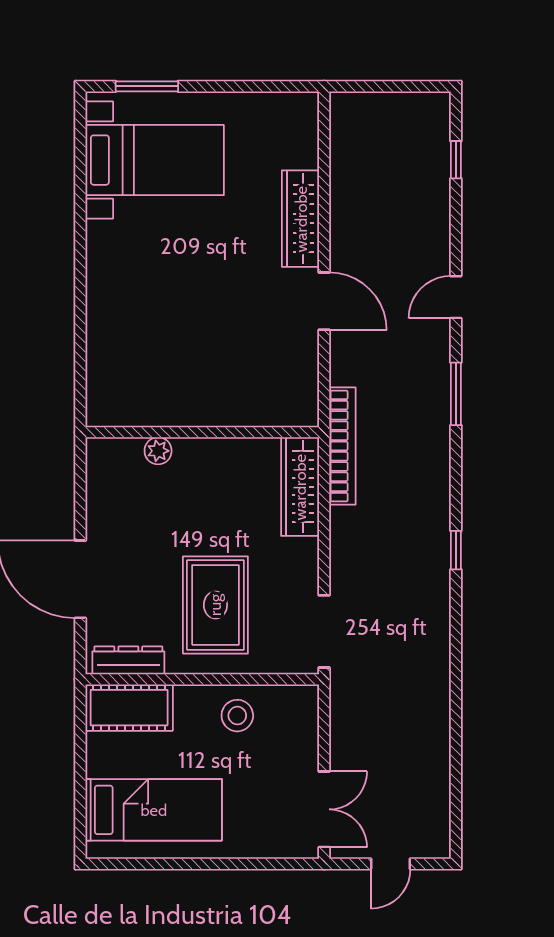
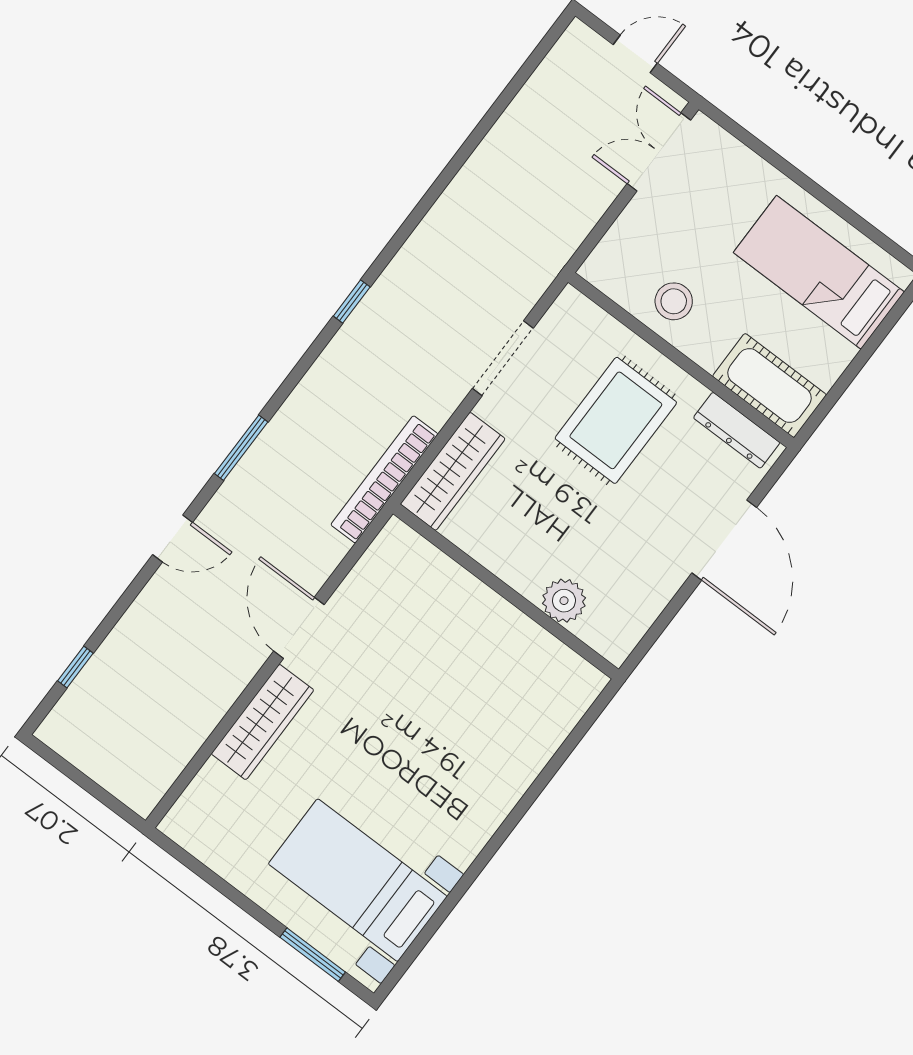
plant: (158, 451) -> (564, 601), width x1.38, depth x1.38
doorway: (324, 631) -> (503, 358), moved

